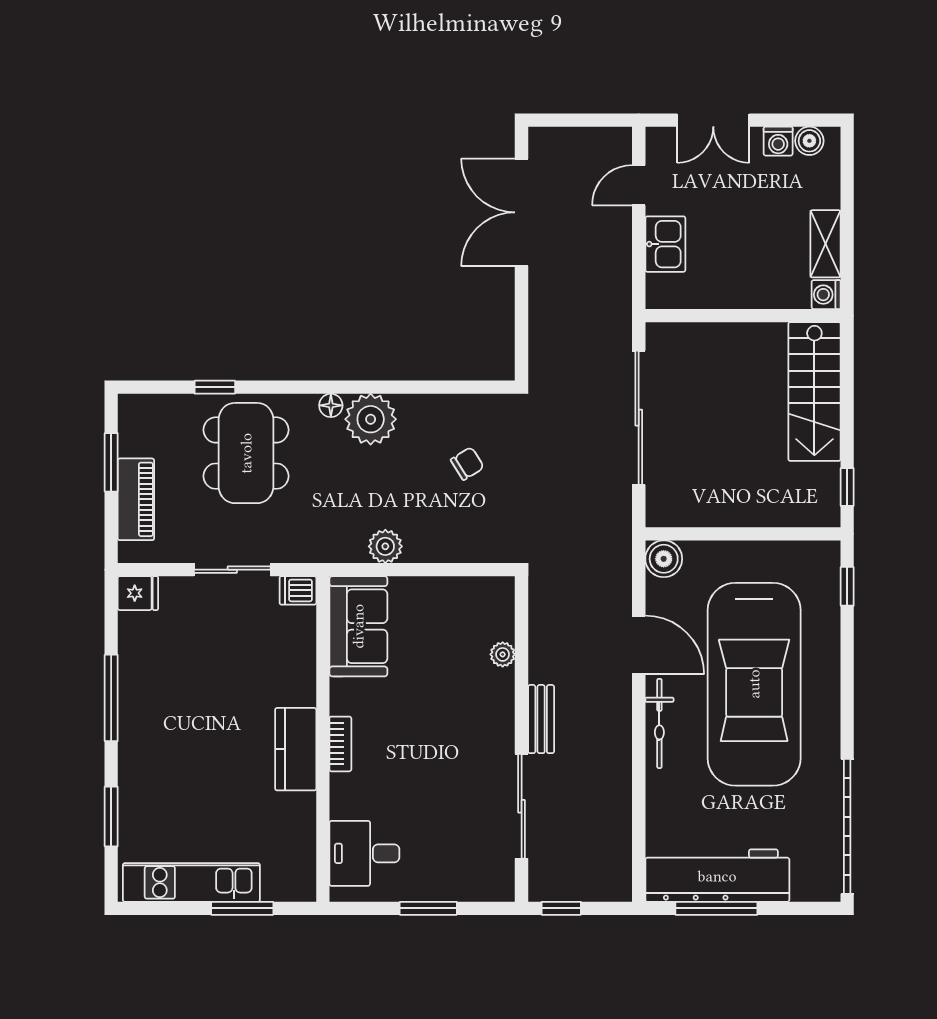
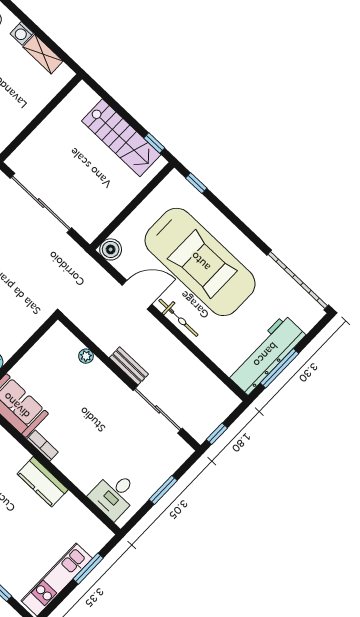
washing machine: (826, 295) -> (22, 33), moved
stairs: (814, 391) -> (121, 138), moved
bookcase: (340, 744) -> (42, 446), moved

